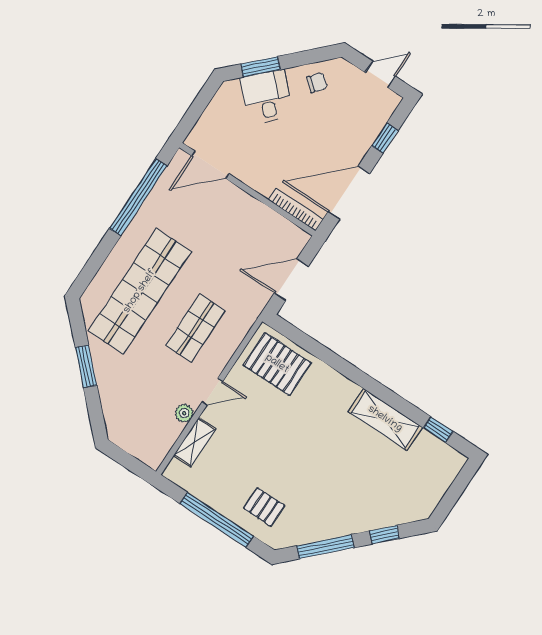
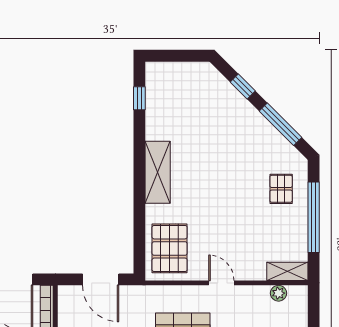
plant: (184, 413) -> (279, 293), moved
shelving: (385, 419) -> (158, 172), moved
shelving: (195, 442) -> (287, 271), moved

